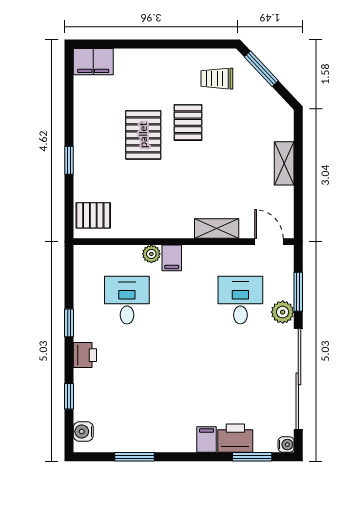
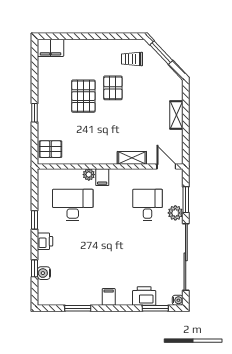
desk: (127, 300) -> (73, 205), width x1.37
water cooler: (83, 431) -> (44, 273), moved
filing cabinet: (207, 440) -> (109, 297), moved

